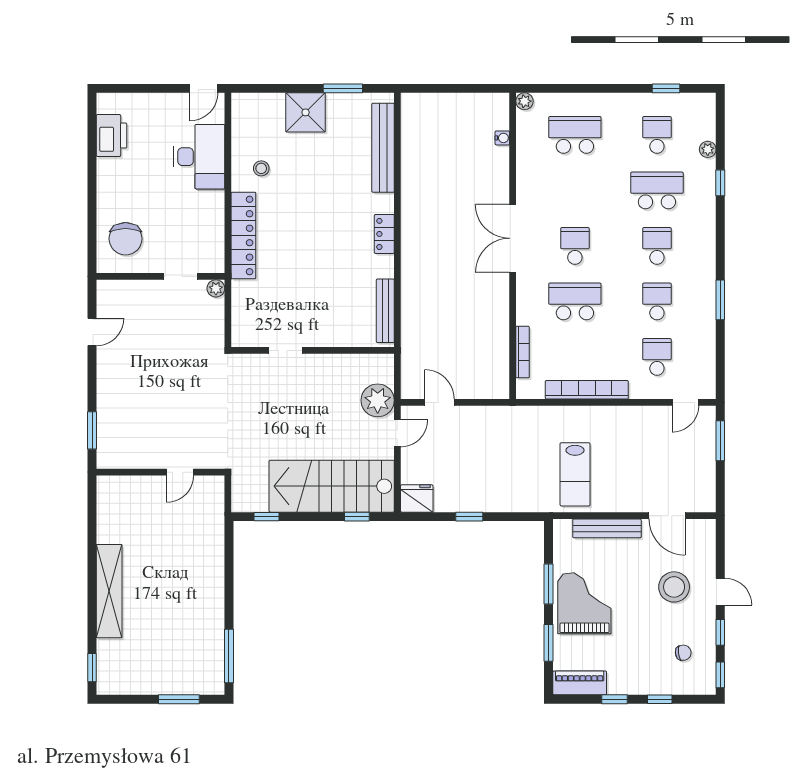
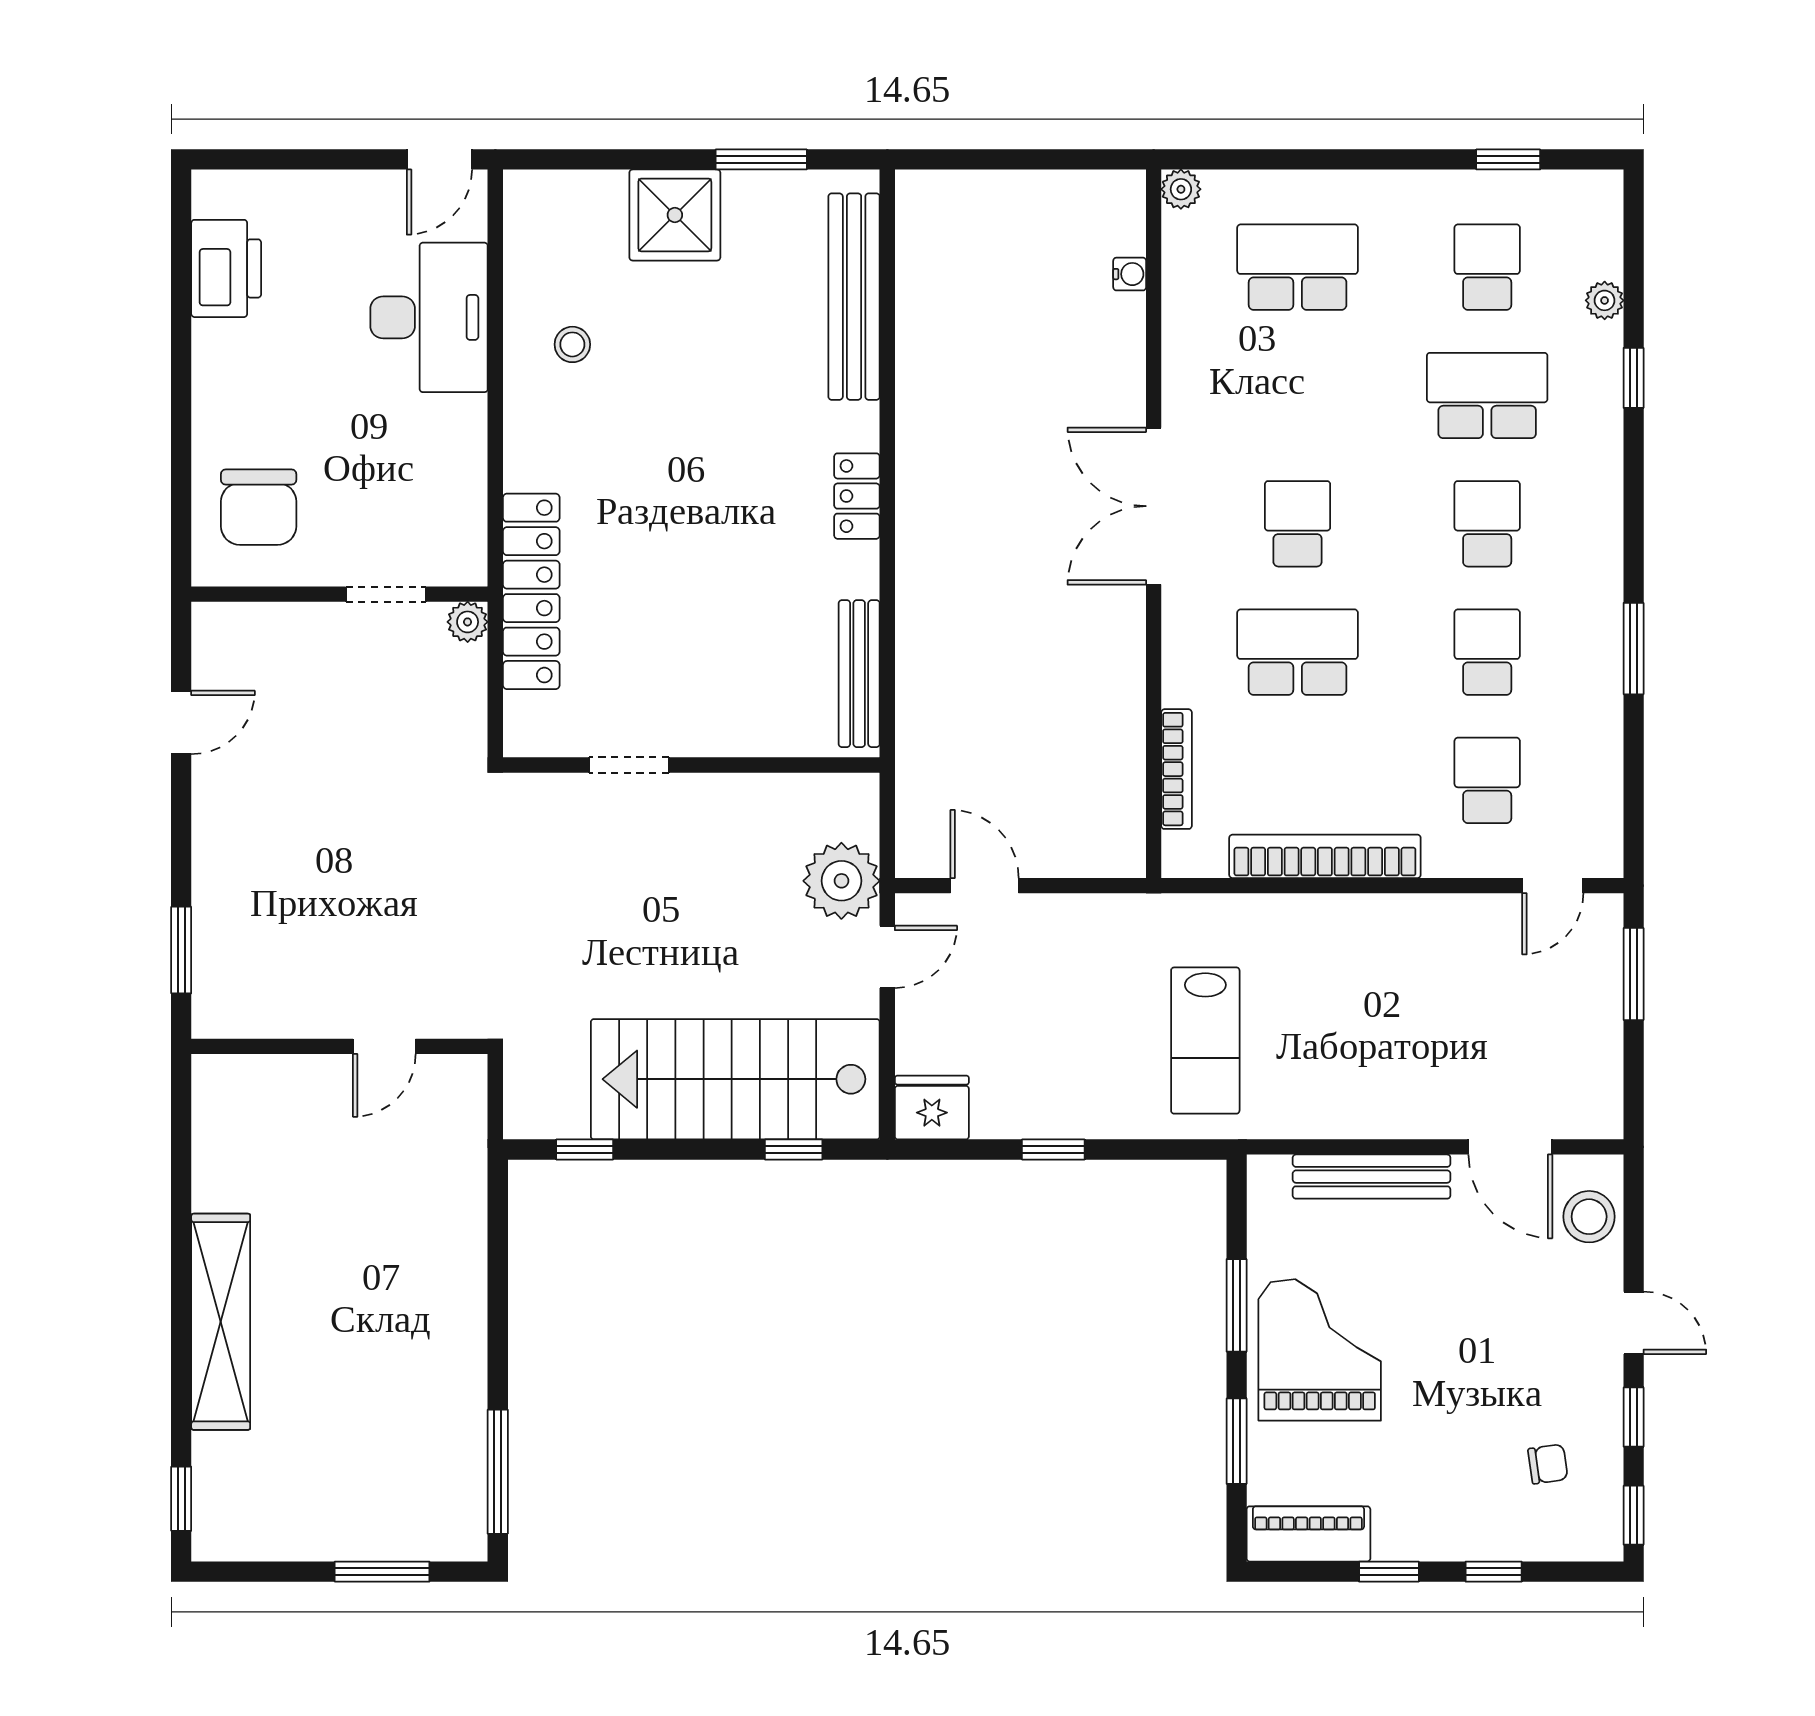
locker: (243, 235) -> (531, 591), moved
lab bench: (575, 474) -> (1205, 1041), moved
stool: (674, 587) -> (1589, 1217), moved, width x0.73, depth x0.73

